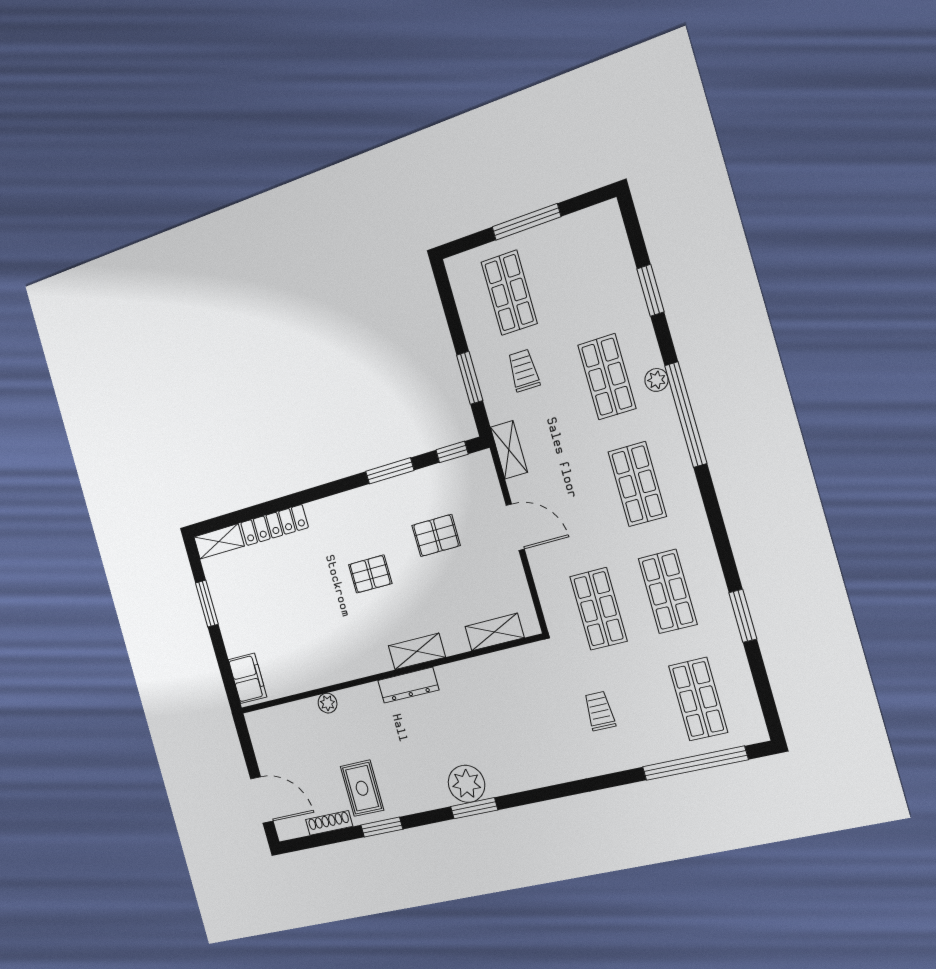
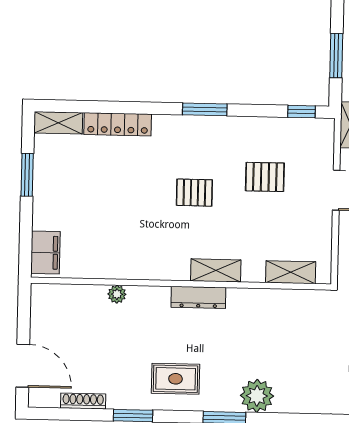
window: (390, 471) -> (205, 109), moved
plant: (466, 784) -> (257, 396), moved
rug: (362, 788) -> (176, 379), moved, turned 90

